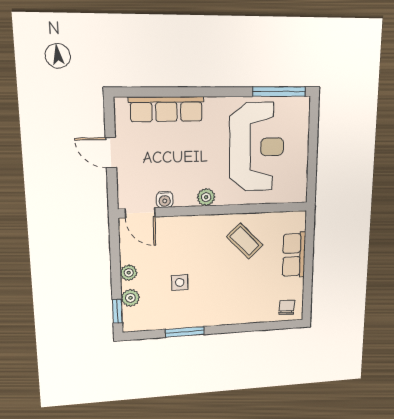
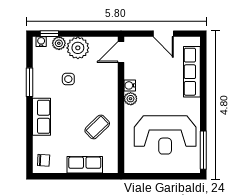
door: (111, 153) -> (163, 34), swing flipped
water cooler: (165, 200) -> (130, 85), moved
plant: (129, 273) -> (78, 48), width x1.87, depth x1.87
row of seats: (230, 314) -> (42, 117), added
water cooler: (129, 321) -> (41, 42), added

